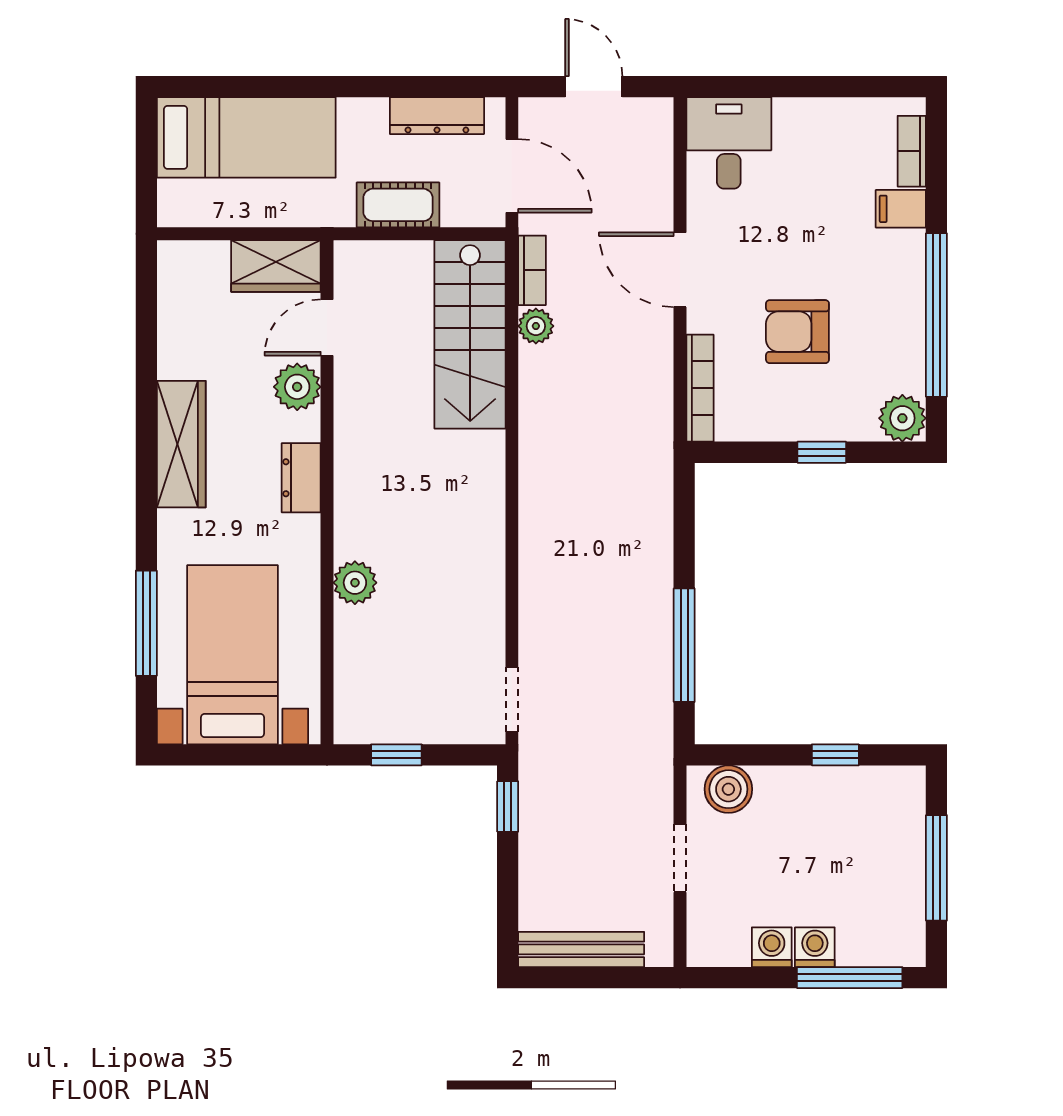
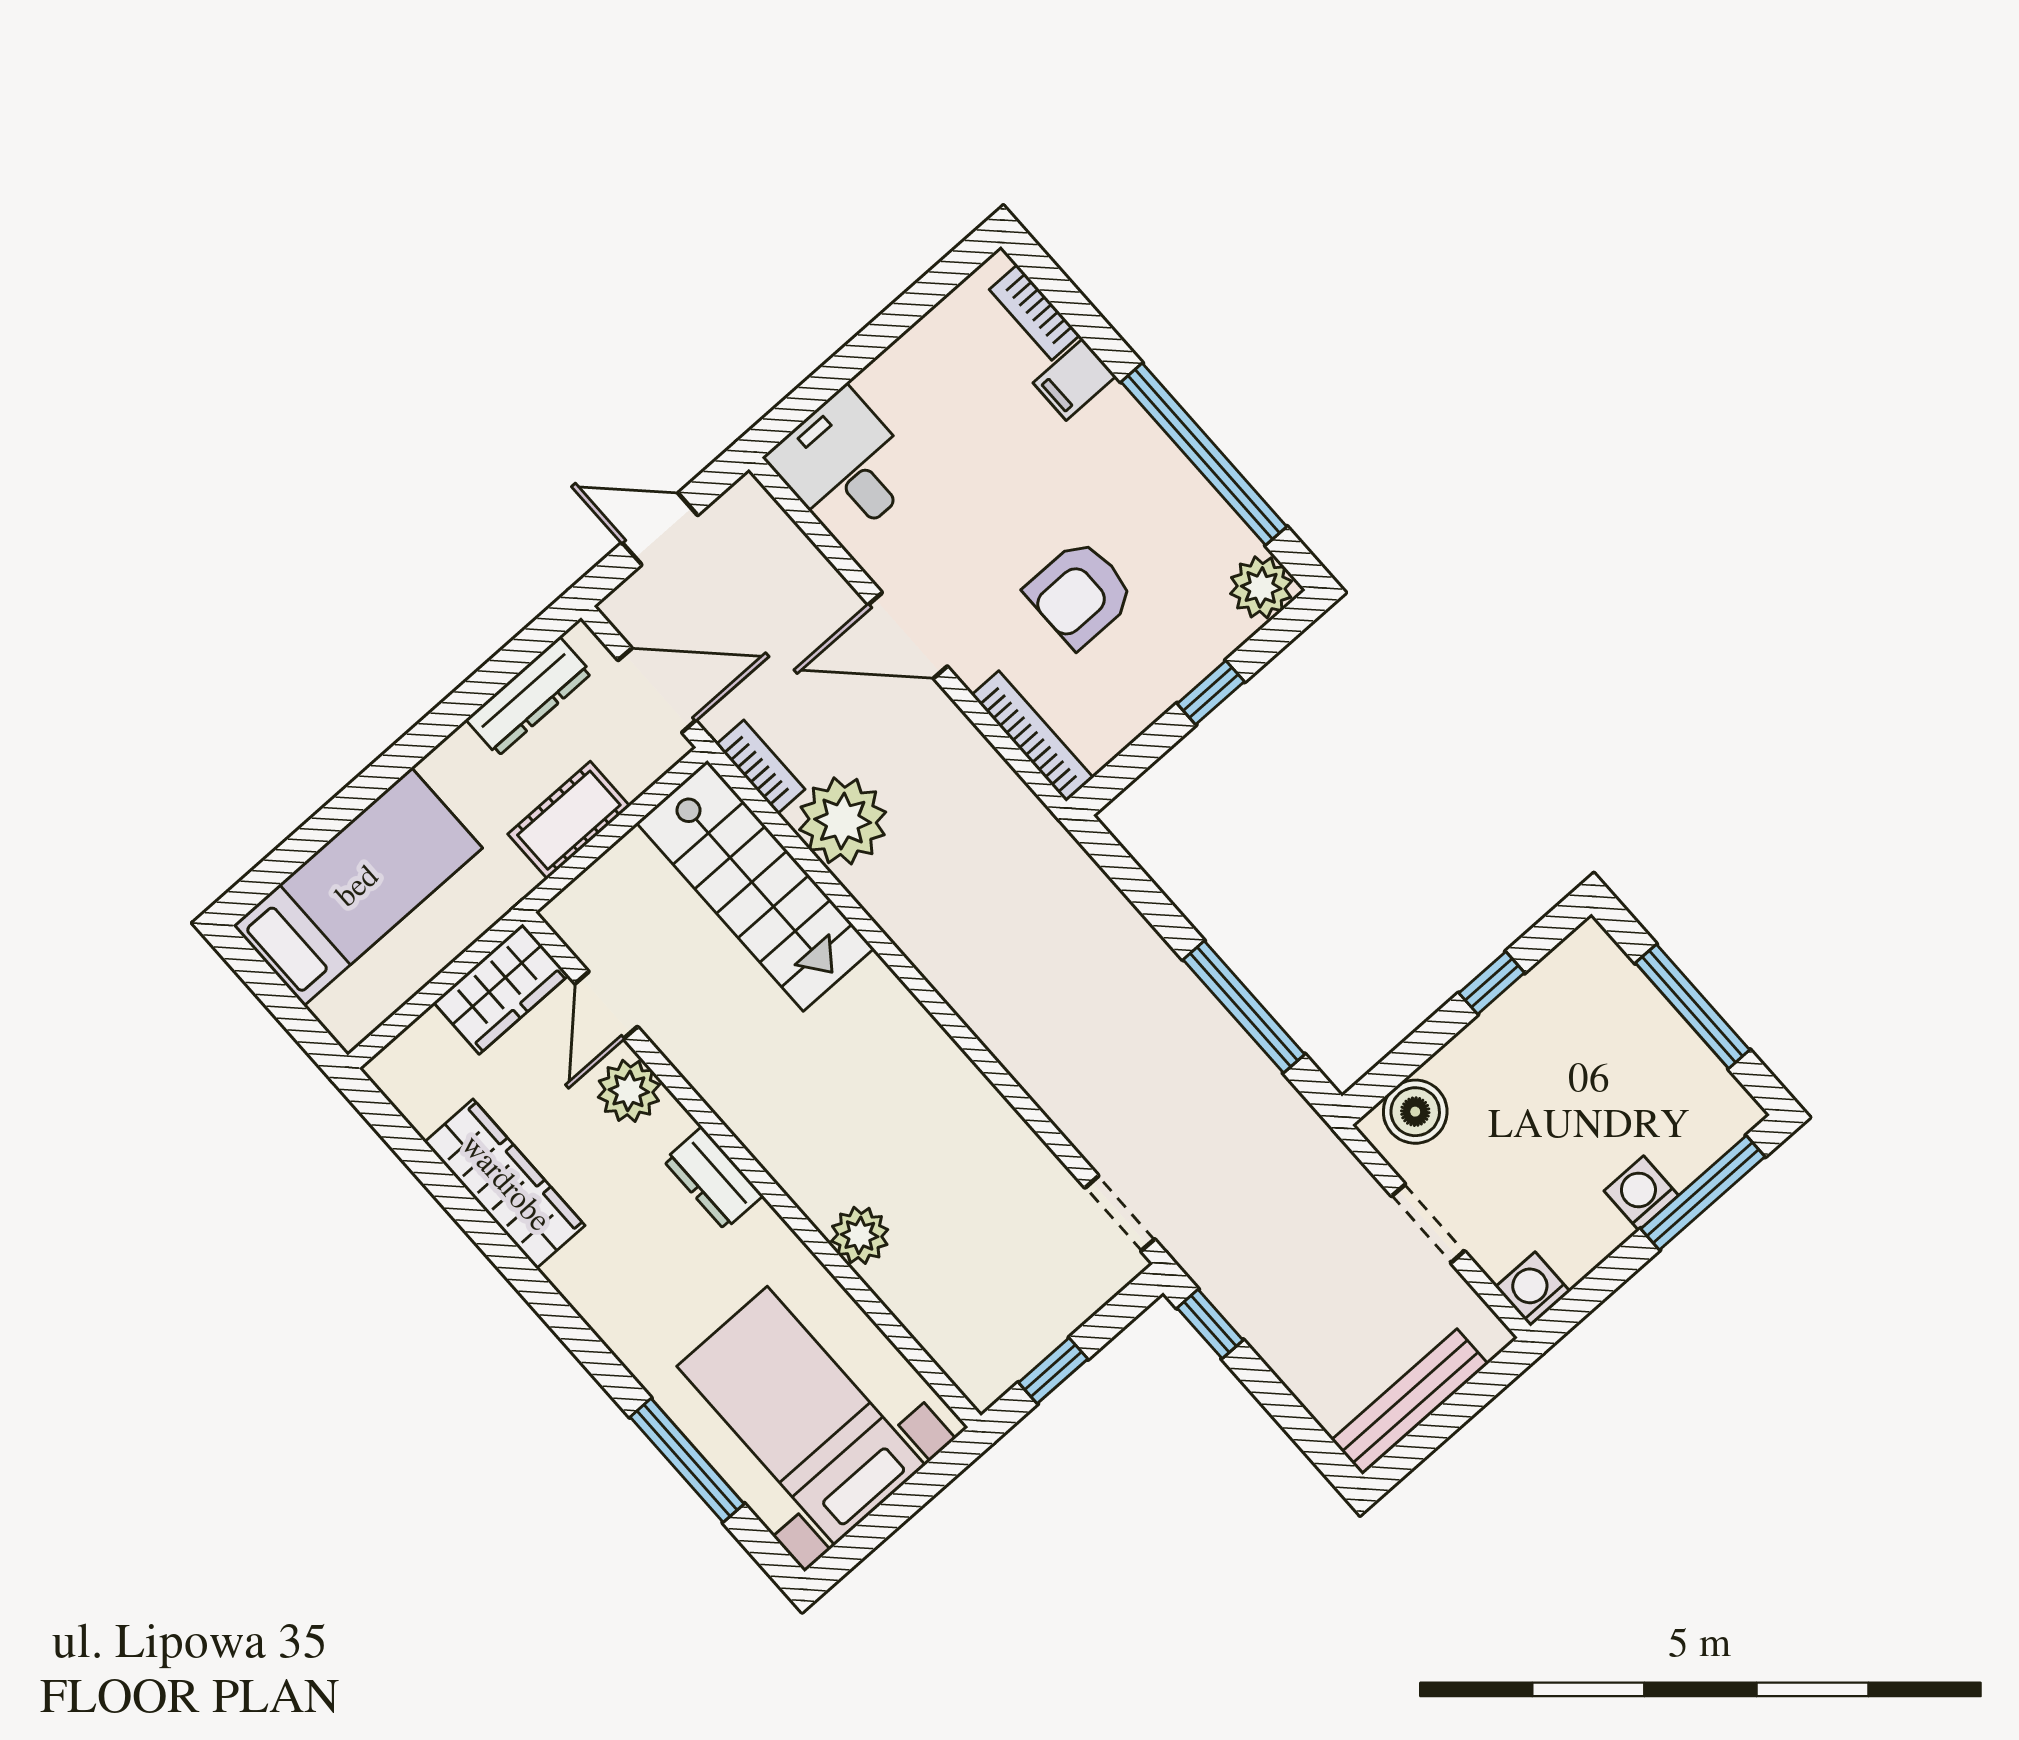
plant: (536, 326) -> (843, 821), width x1.88, depth x1.88
wardrobe: (181, 444) -> (505, 1184), moved
washing machine: (772, 947) -> (1533, 1289), moved

